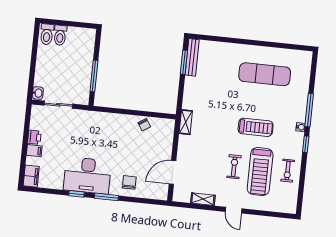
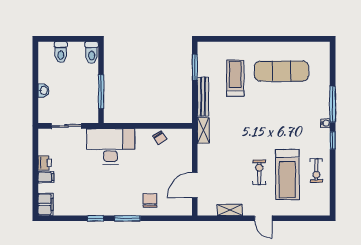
toilet: (47, 34) -> (92, 53), moved
bench: (192, 57) -> (203, 97), moved
washbasin: (38, 93) -> (43, 90), moved
treadmill: (256, 127) -> (235, 78), moved, turned -90
desk: (87, 175) -> (110, 147), moved, turned 180

